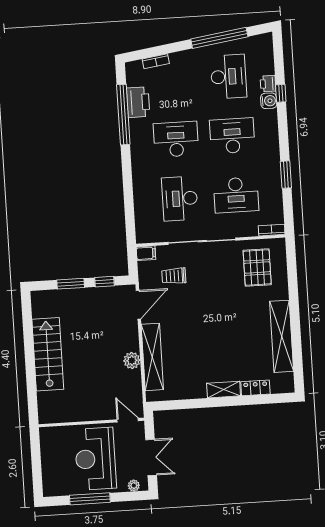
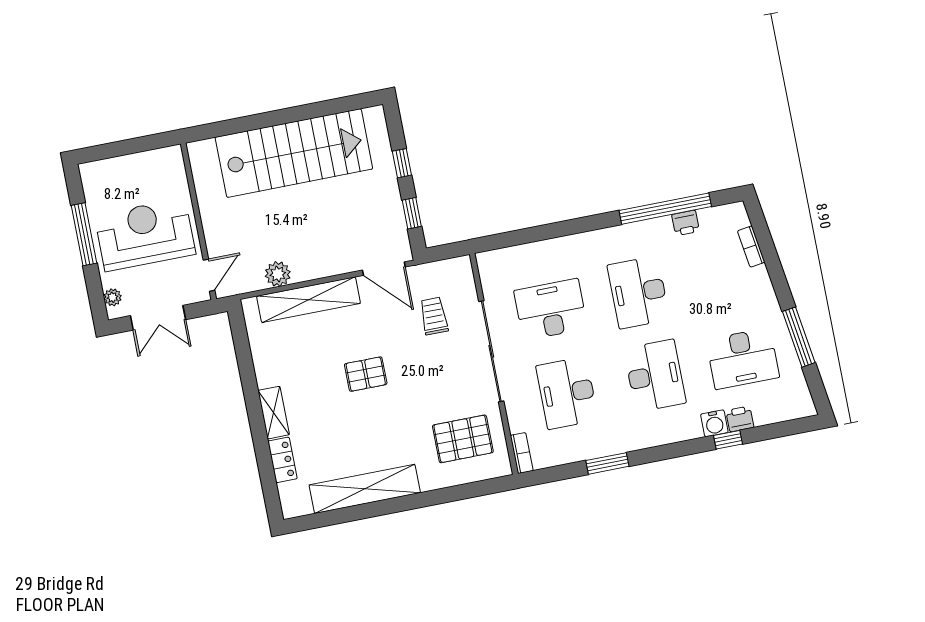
window: (219, 38) -> (799, 337), width x0.68
printer: (138, 102) -> (686, 223), width x0.53, depth x0.68
desk: (176, 139) -> (638, 292), turned 180
filing cabinet: (146, 253) -> (462, 270), removed
window: (71, 284) -> (402, 163), width x0.67
pallet: (206, 326) -> (366, 374), added
stairs: (48, 354) -> (294, 153), width x1.36, depth x1.51
plant: (132, 360) -> (278, 274), moved

